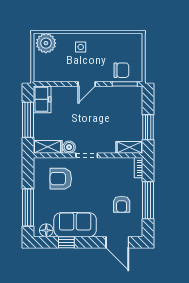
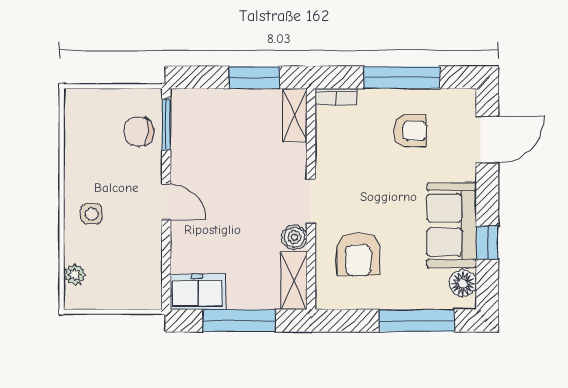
plant: (46, 43) -> (74, 275), width x0.53, depth x0.53
chair: (121, 70) -> (139, 131), turned -90

